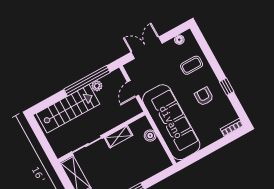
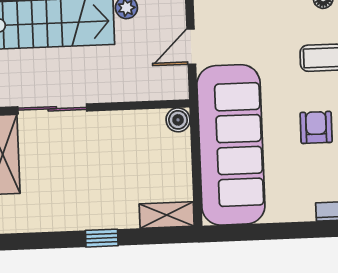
boiler: (150, 136) -> (178, 120), moved
shelving: (119, 137) -> (167, 215), moved

